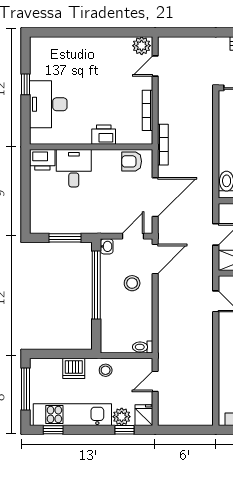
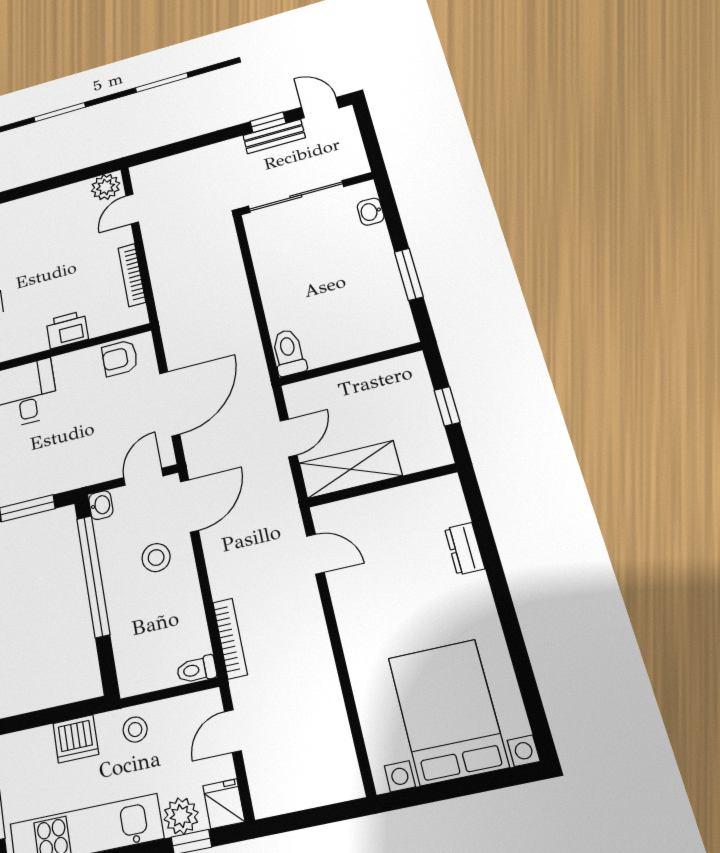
bookcase: (163, 145) -> (230, 638), moved

